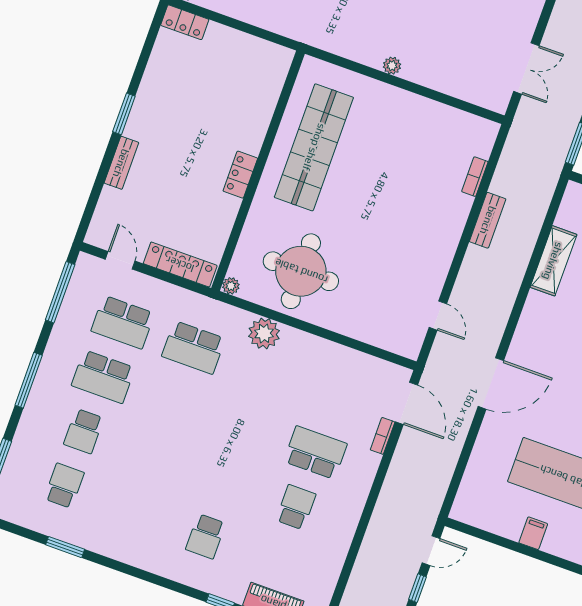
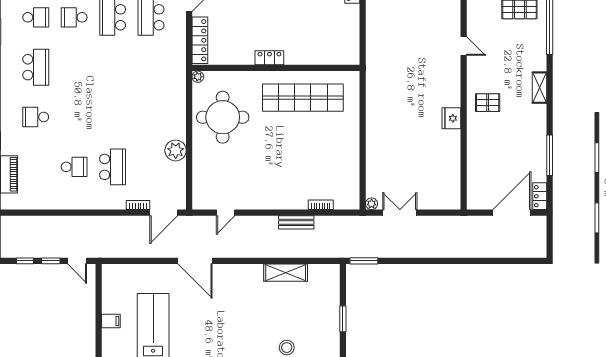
plant: (392, 66) -> (372, 204), moved
double door: (526, 68) -> (400, 213), swing flipped
plant: (264, 333) -> (176, 150), moved
school desk: (193, 347) -> (36, 67), moved, turned 180

